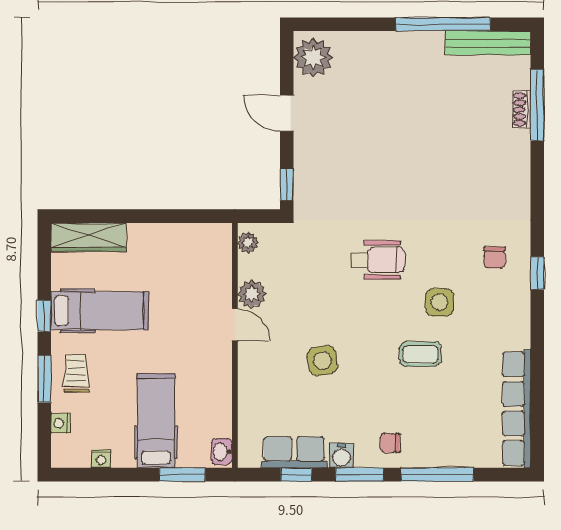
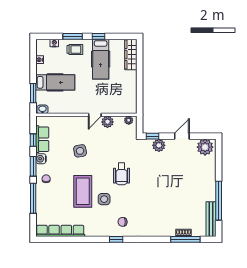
plant: (309, 170) -> (159, 145), added
coffee table: (420, 354) -> (83, 191), width x1.86, depth x1.72

